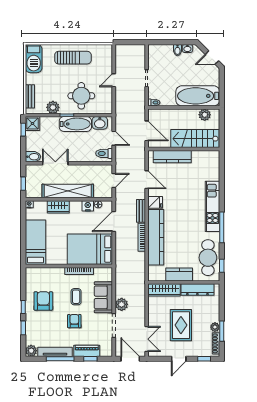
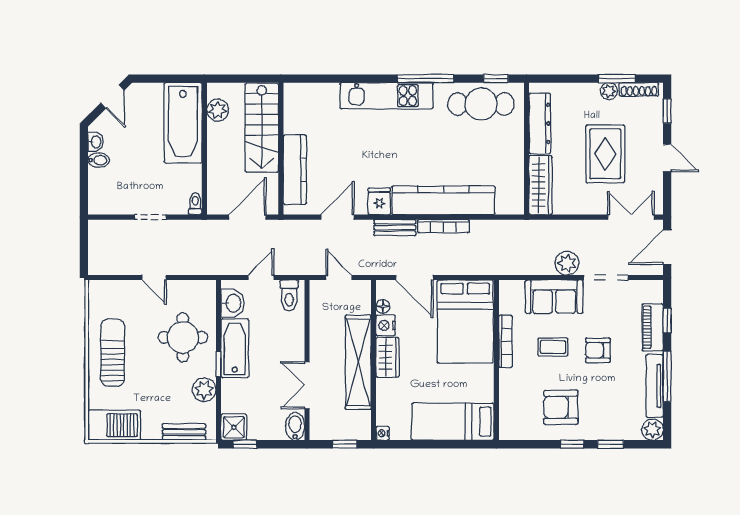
wardrobe: (58, 207) -> (387, 357), moved
kitchen counter: (179, 274) -> (512, 157), removed
rug: (181, 325) -> (605, 154), turned 90

